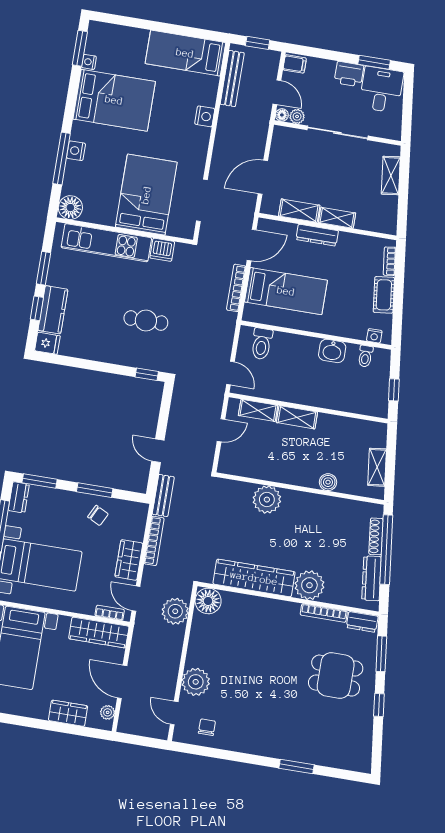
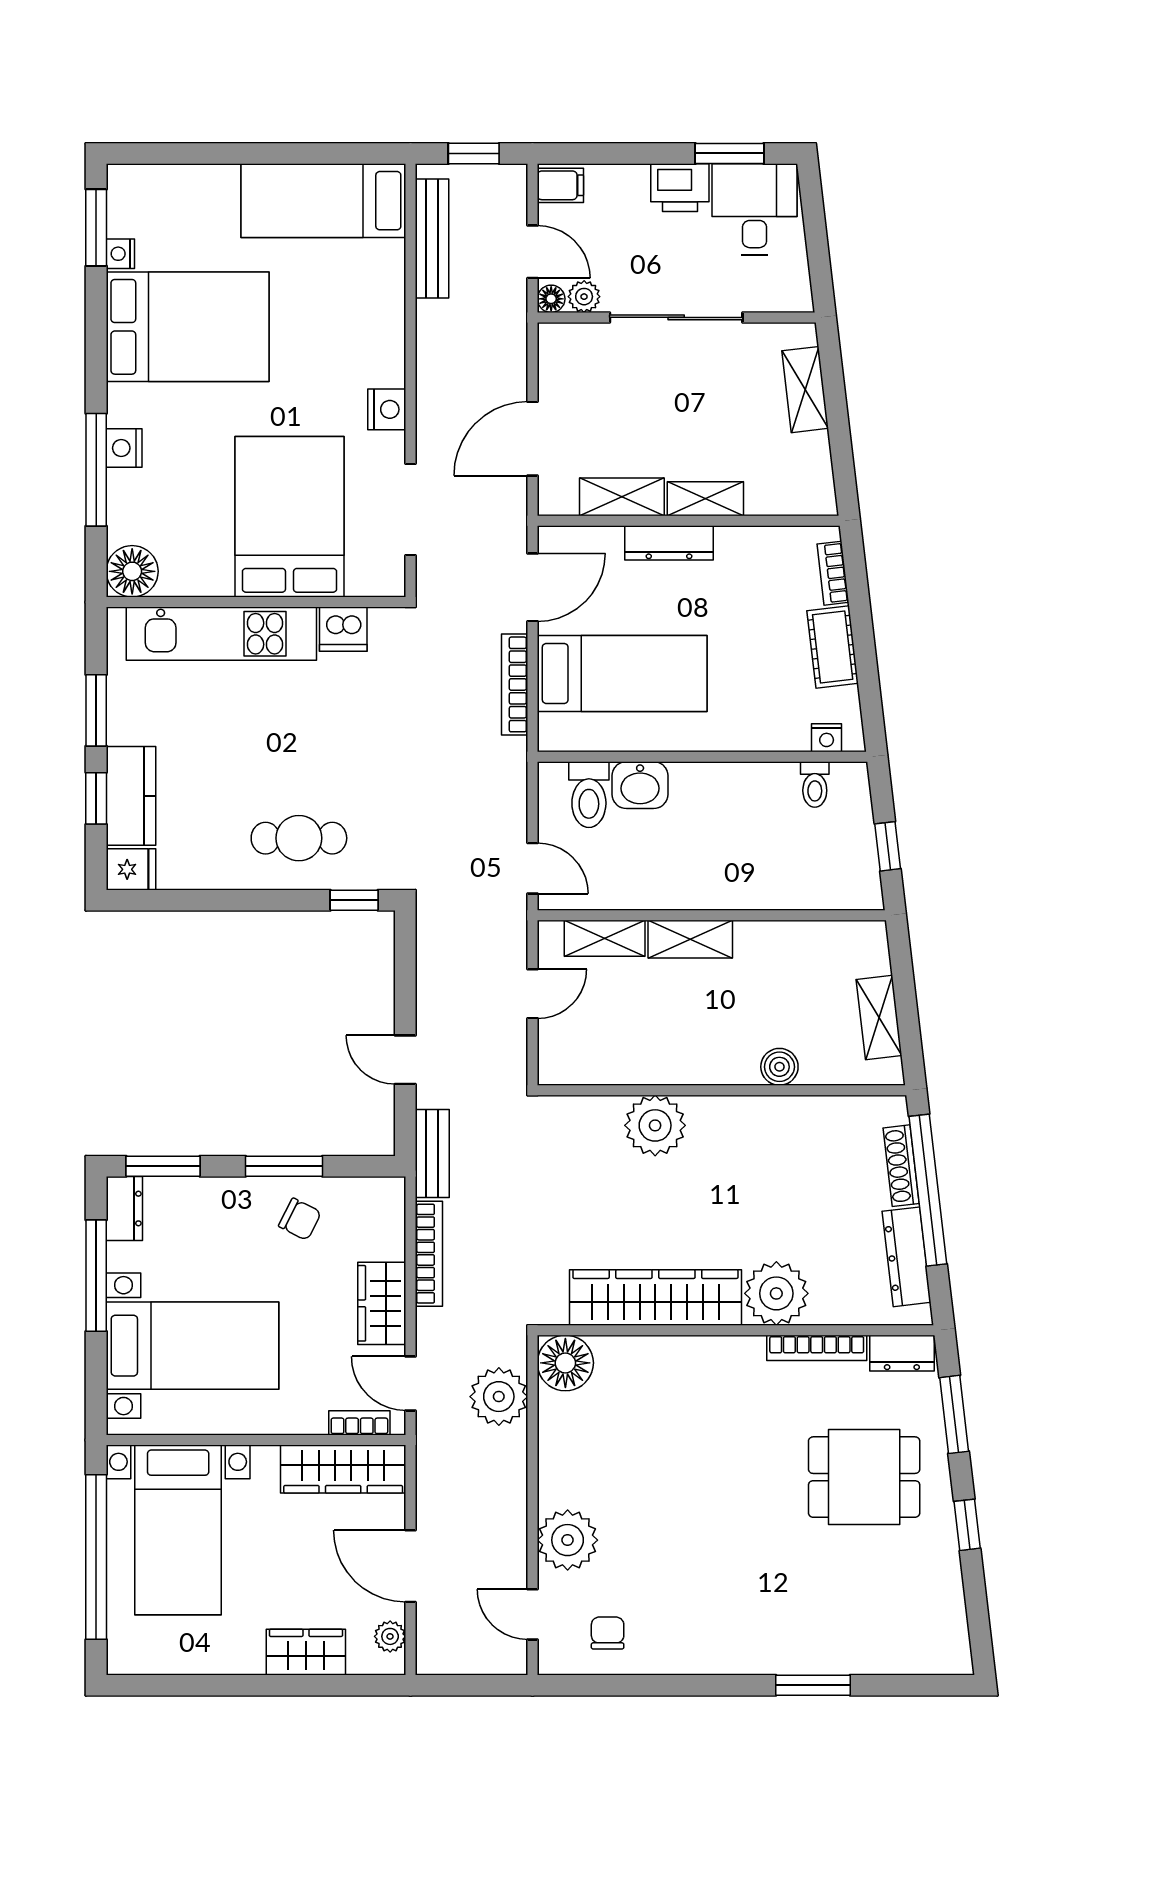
nightstand: (205, 116) -> (387, 409), moved
cafe table: (146, 321) -> (299, 838), moved
washbasin: (332, 351) -> (640, 785), moved

